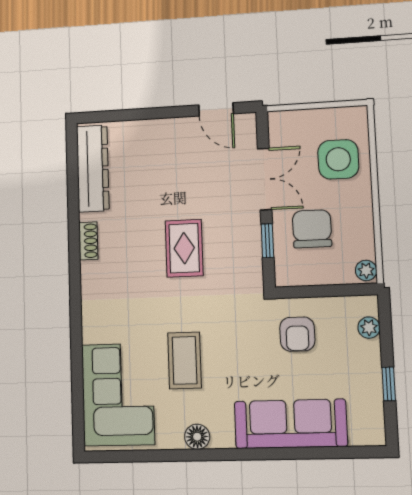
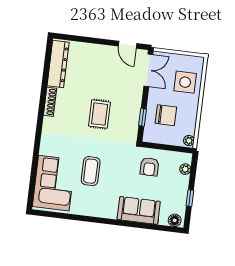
double door: (265, 179) -> (148, 70), moved
chair: (312, 229) -> (166, 115), turned 90
shoe rack: (88, 241) -> (50, 102), width x1.43
sofa: (291, 424) -> (139, 210), width x0.73
floor lamp: (197, 437) -> (175, 220), moved

